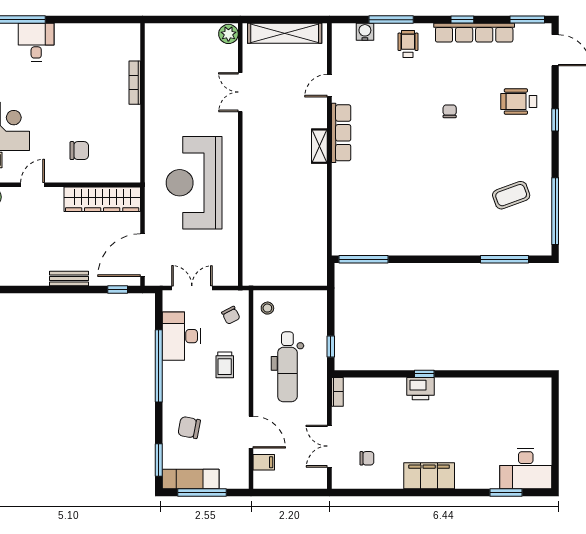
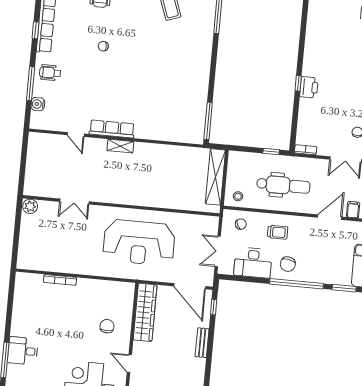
shelving: (285, 33) -> (215, 177), moved
window: (159, 366) -> (296, 284), moved
chair: (189, 427) -> (288, 264), moved

